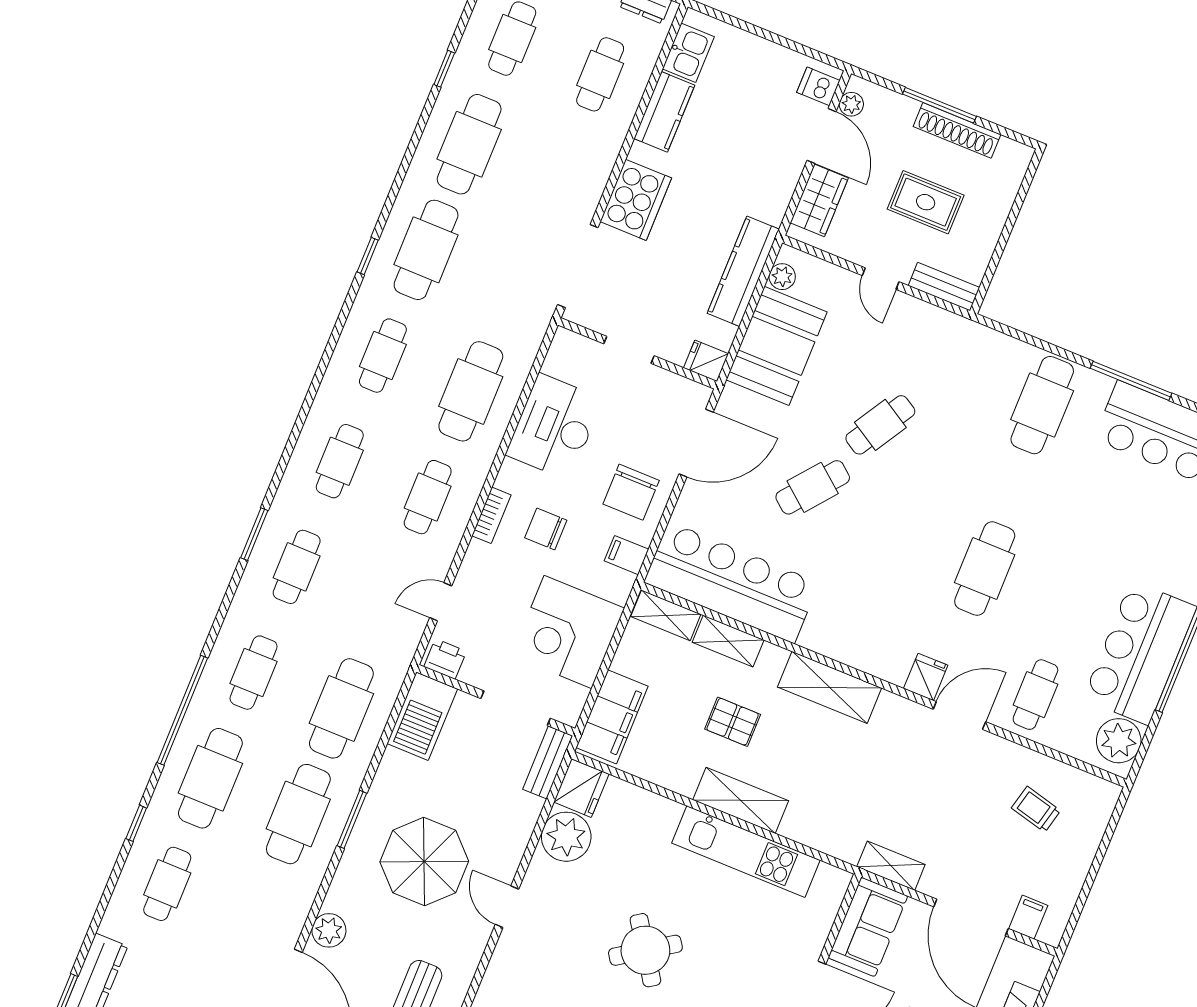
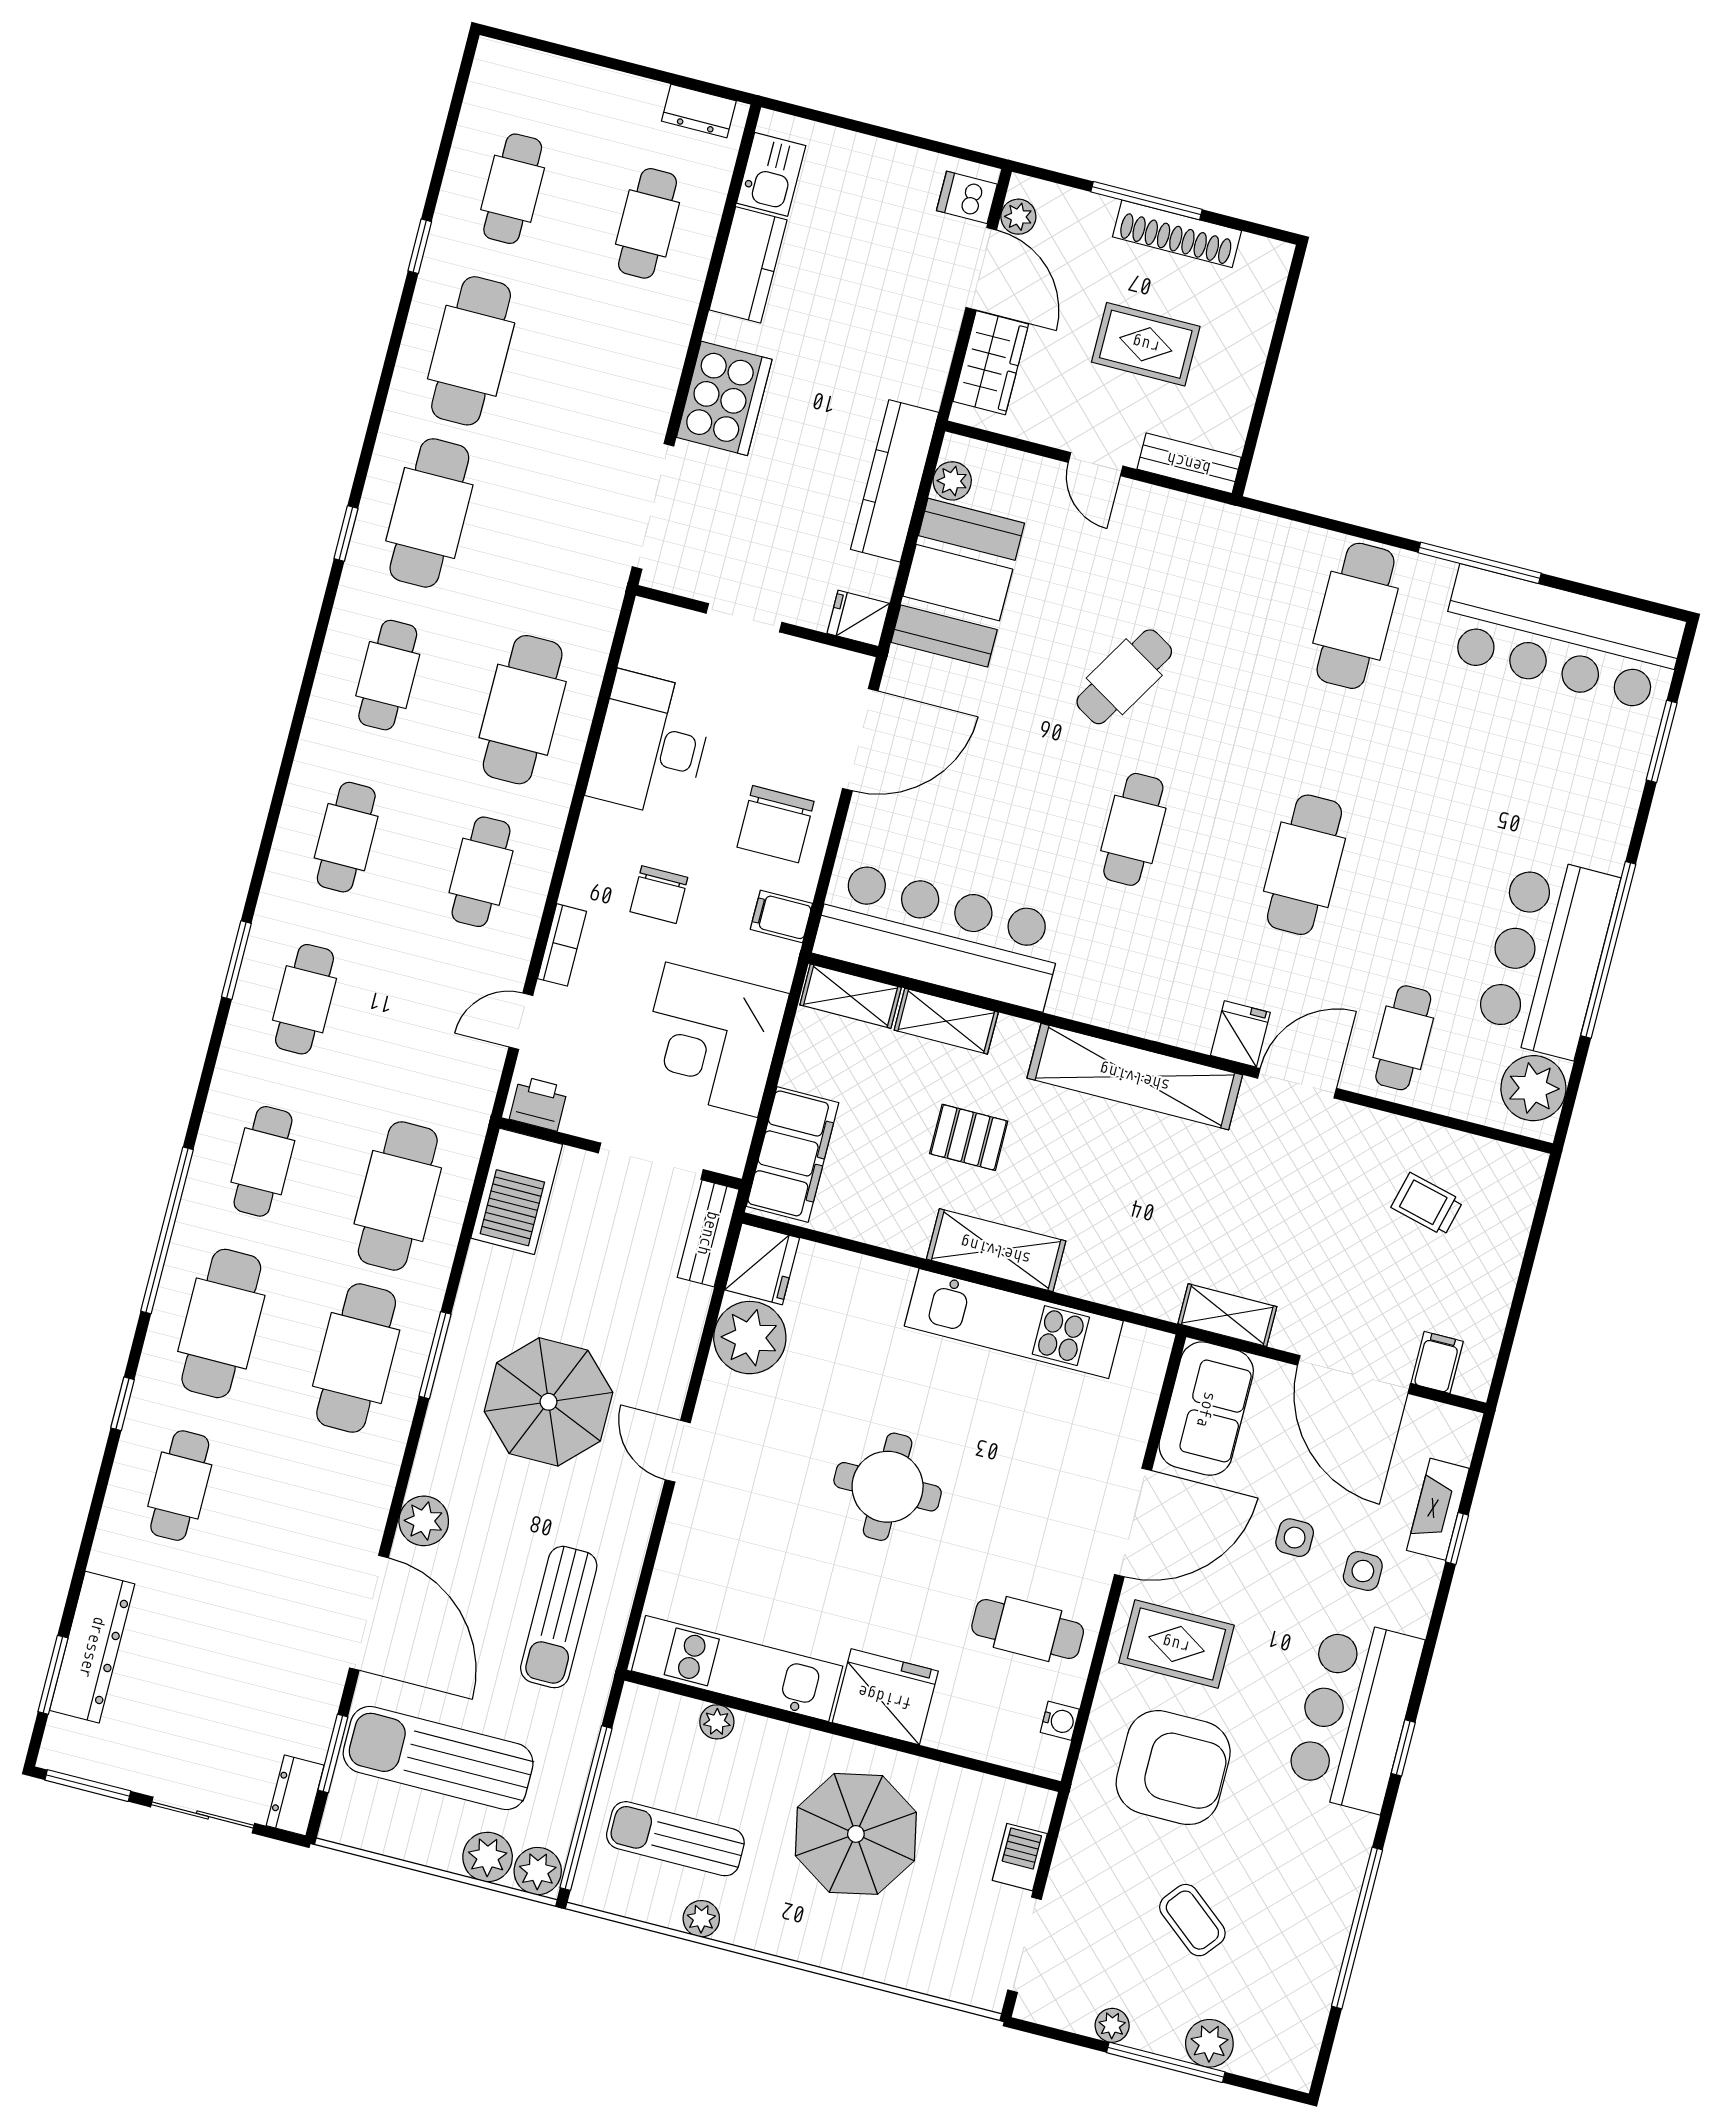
cafe table: (813, 487) -> (1133, 829), moved, turned -39
bookcase: (491, 515) -> (562, 945), moved
chair: (546, 529) -> (659, 895), turned -90
shelving: (830, 687) -> (1135, 1077), width x1.47
round table: (645, 950) -> (888, 1487), turned 34

